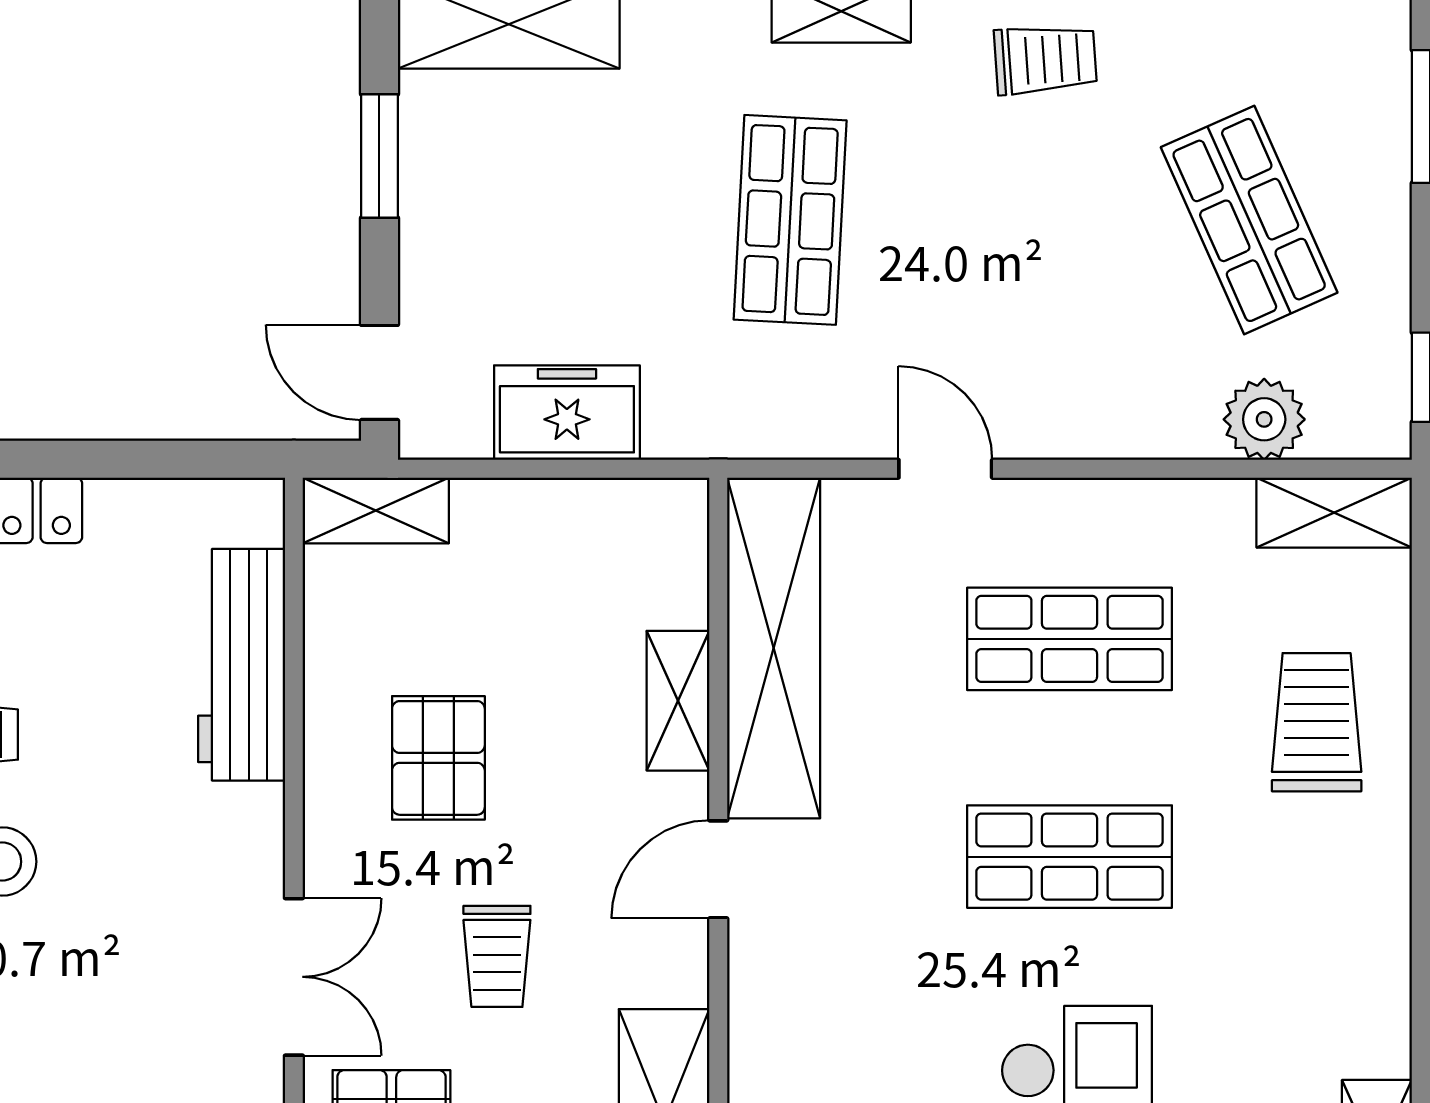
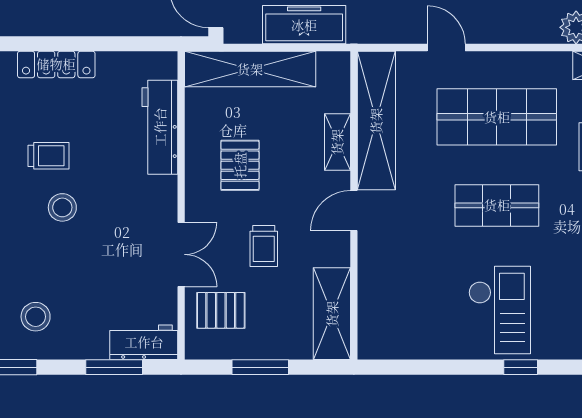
freezer: (567, 413) -> (304, 25), width x1.40
shelving: (376, 510) -> (250, 69), width x2.20, depth x1.33
shop shelf: (1069, 639) -> (497, 117), width x1.43, depth x1.36

